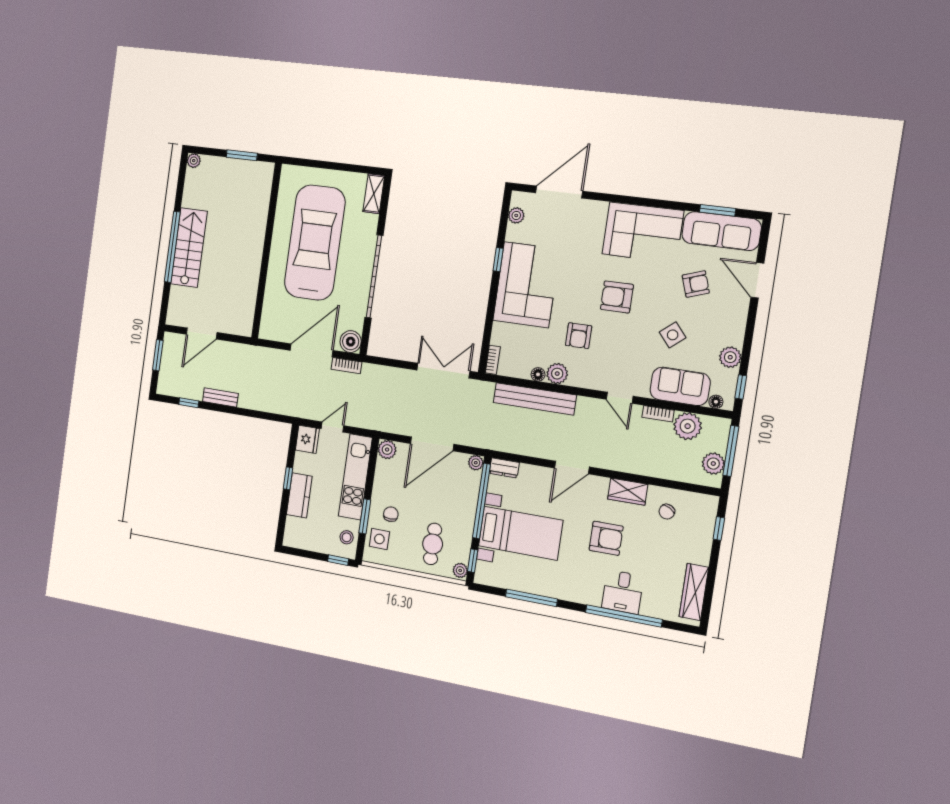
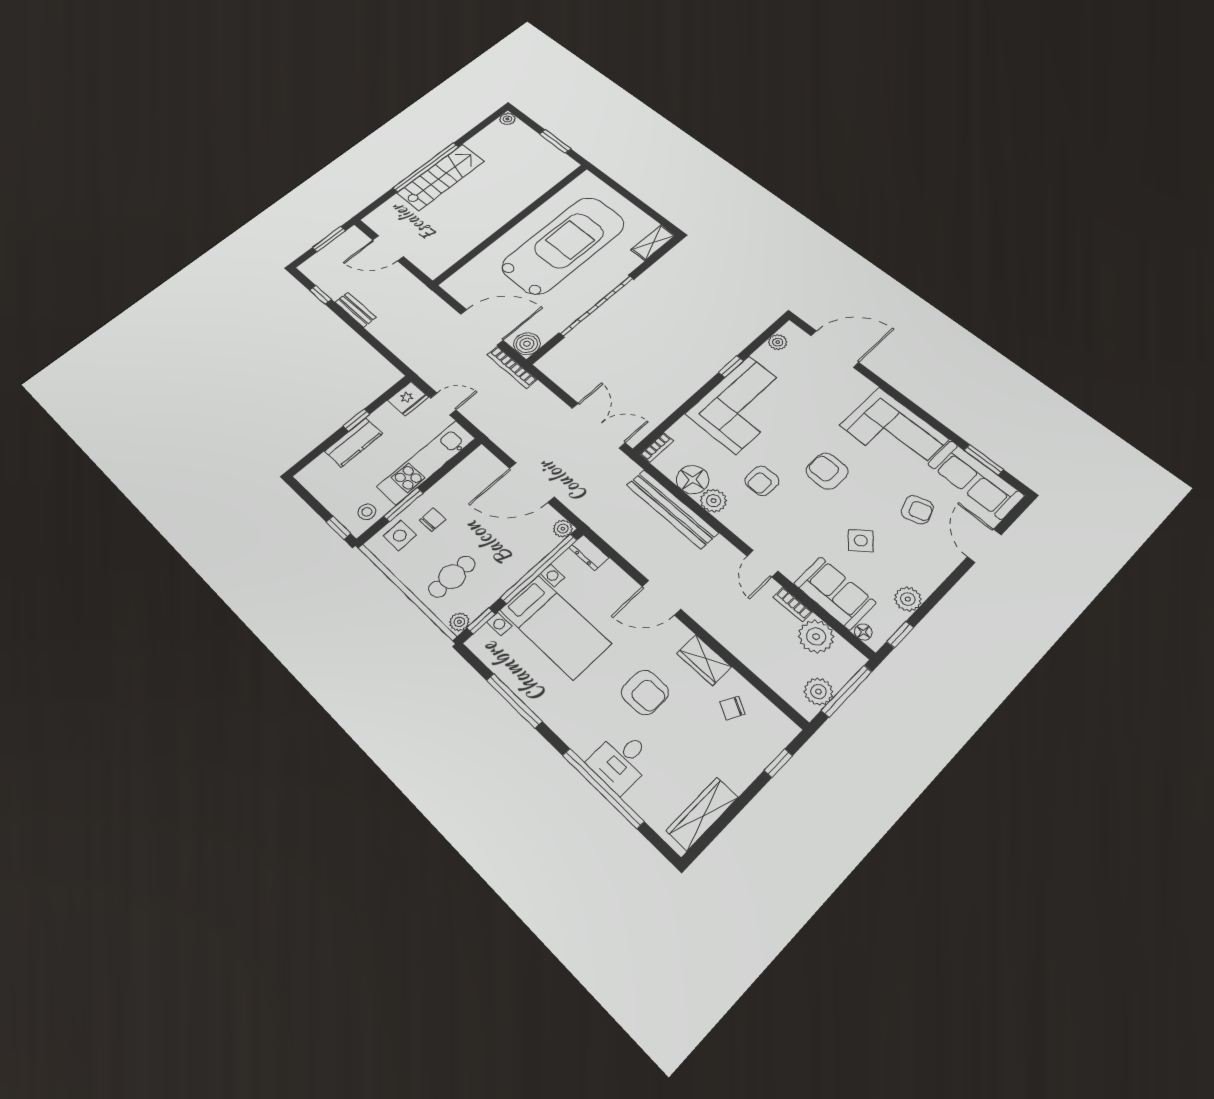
bookcase: (347, 366) -> (512, 367), width x1.56
floor lamp: (538, 374) -> (693, 480), width x1.89, depth x1.89
plant: (387, 450) -> (481, 459), removed

